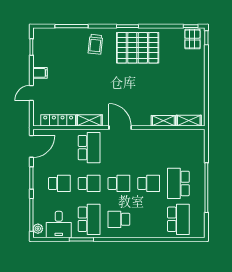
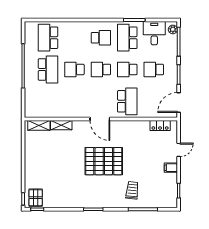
trolley: (95, 44) -> (132, 190), moved
pallet: (138, 48) -> (104, 161), moved
locker: (58, 120) -> (160, 125), width x0.66
shelving: (89, 120) -> (127, 126), removed
school desk: (89, 148) -> (127, 101), turned 180

